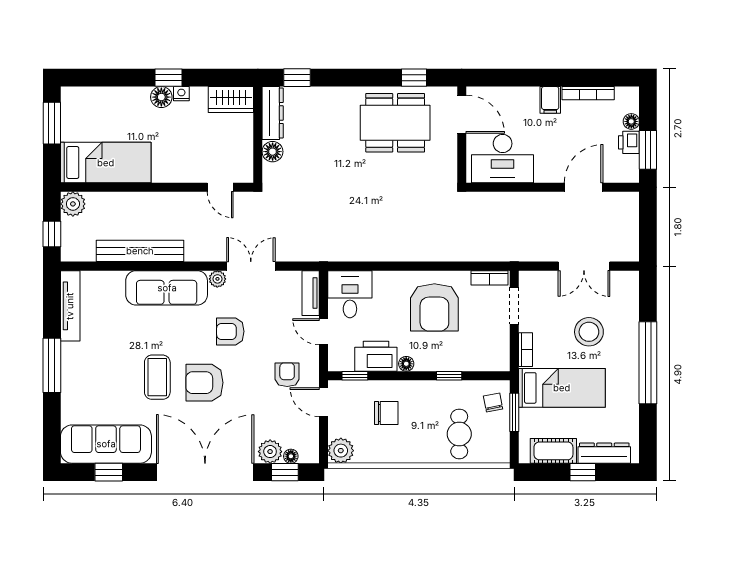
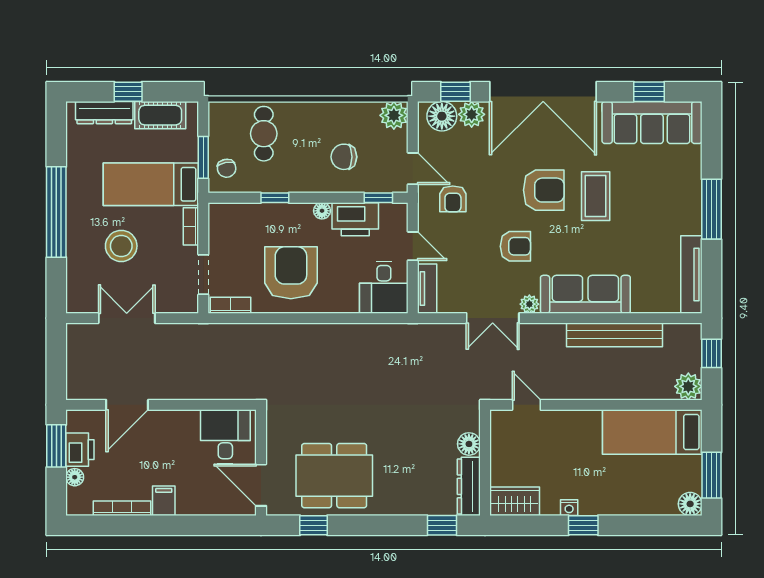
floor lamp: (161, 97) -> (690, 504), moved
printer: (629, 142) -> (80, 450), width x1.36, depth x1.24
desk: (503, 159) -> (225, 436), width x0.73
floor lamp: (291, 456) -> (442, 116), width x1.89, depth x1.89

